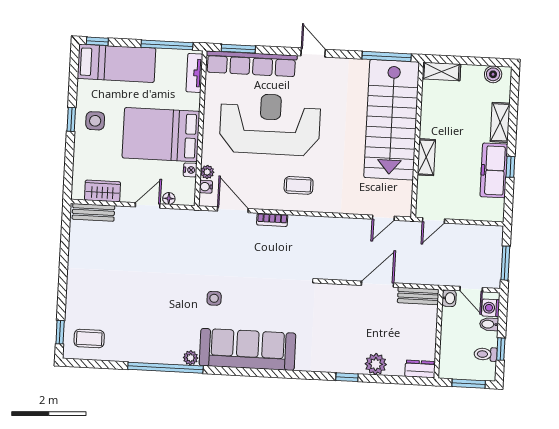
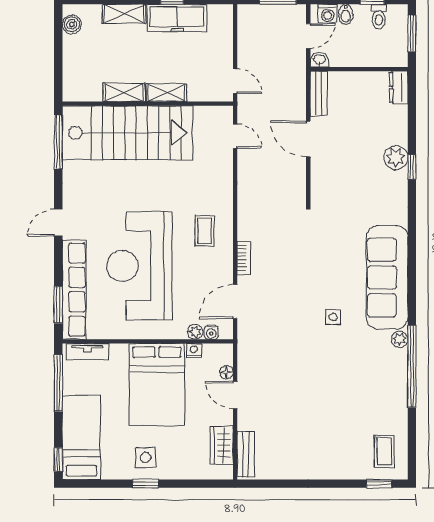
shelving: (441, 72) -> (124, 92), moved, turned 90
plant: (376, 364) -> (396, 158), moved

